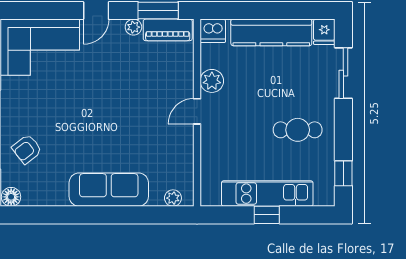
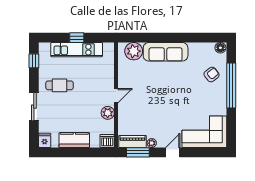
kitchen counter: (271, 32) -> (74, 140), width x0.67
sliding door: (343, 73) -> (34, 107), moved
plant: (173, 198) -> (134, 51), width x1.87, depth x1.87

